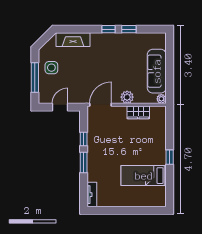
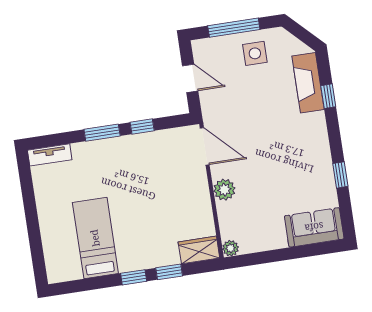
window: (109, 29) -> (328, 96), moved
sofa: (157, 71) -> (314, 227), moved, width x0.73
wardrobe: (138, 112) -> (199, 250), moved, turned 90
window: (170, 136) -> (169, 272), added

